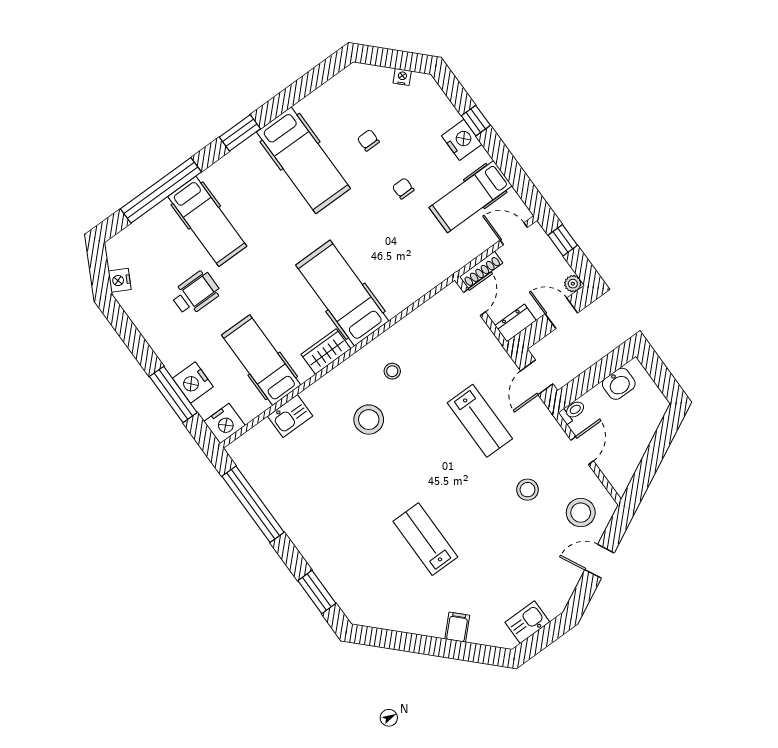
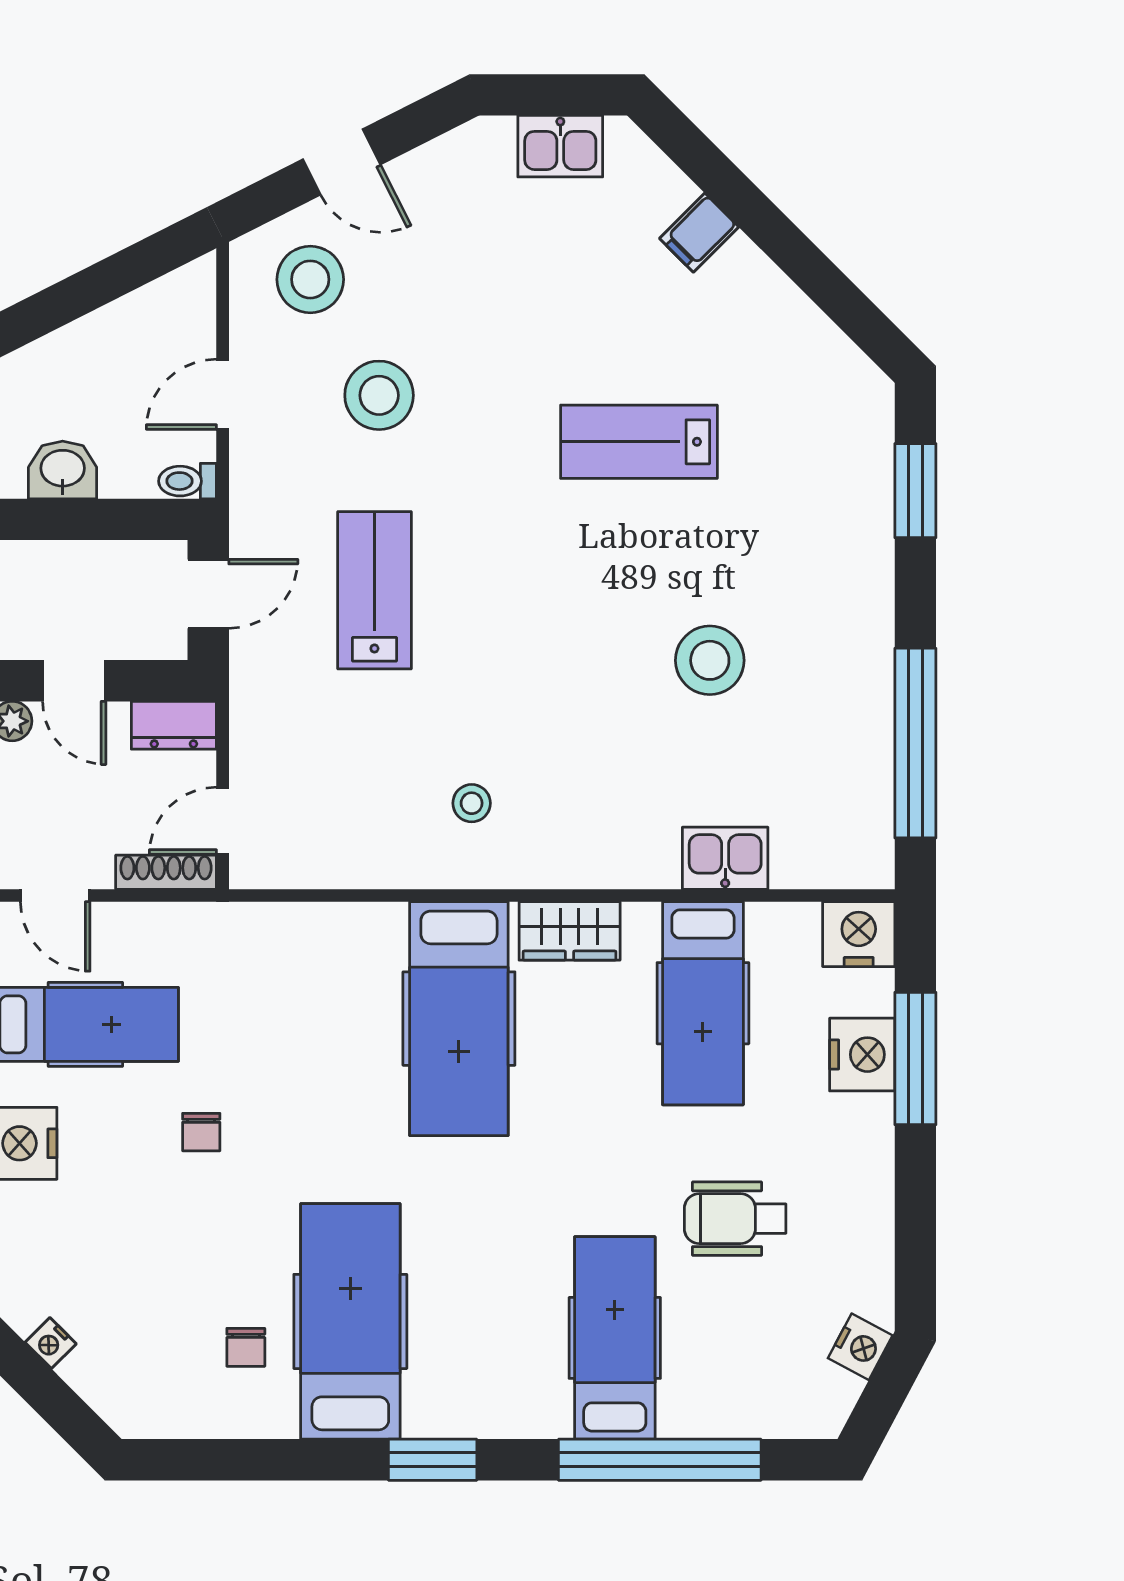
chair: (368, 140) -> (246, 1347), moved
stool: (369, 420) -> (710, 660), moved
stool: (528, 490) -> (379, 395), width x1.38, depth x1.38
lab bench: (425, 539) -> (639, 442), turned 90

